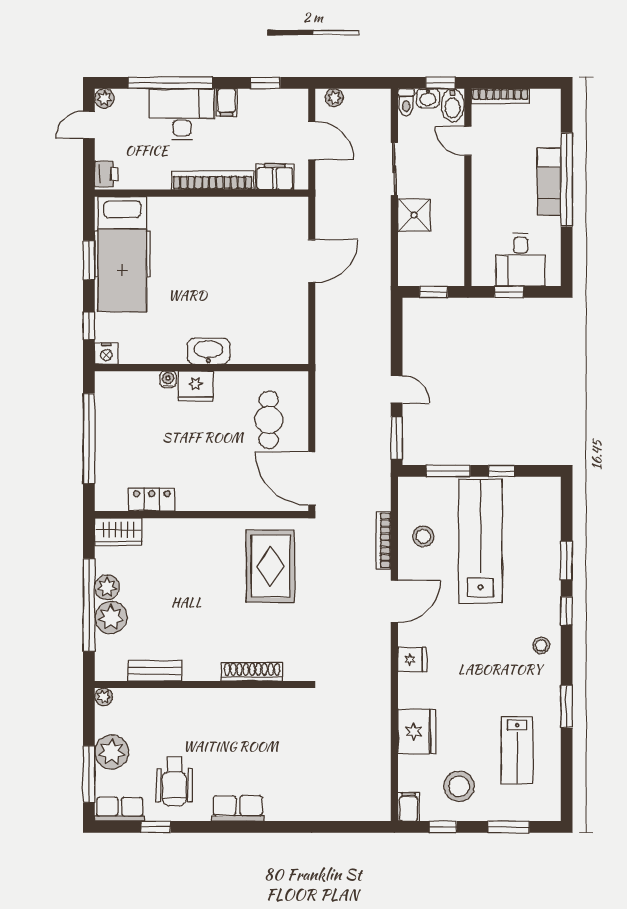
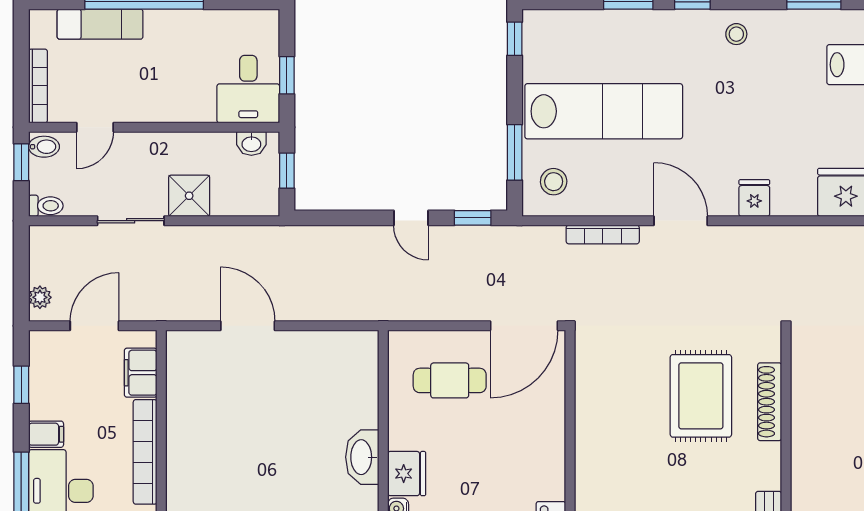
washbasin: (428, 98) -> (251, 144), moved, turned 90
bidet: (453, 105) -> (44, 147), width x0.72, depth x0.74
exam couch: (549, 182) -> (100, 24), moved
desk: (521, 260) -> (248, 89), moved, turned 90
door: (397, 389) -> (411, 218), swing flipped
window: (397, 438) -> (473, 218), width x0.67
window: (502, 471) -> (515, 39), moved
stool: (423, 536) -> (554, 182), moved
lab bench: (480, 541) -> (604, 111), turned 180
rug: (270, 566) -> (701, 396), moved, turned 90

